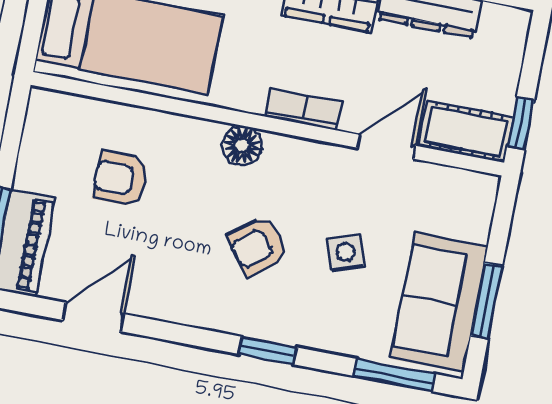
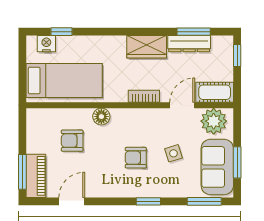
window: (521, 123) -> (237, 55), moved
floor lamp: (242, 146) -> (101, 117), moved
plant: (451, 197) -> (214, 121), added
armchair: (258, 246) -> (136, 158), turned 38

